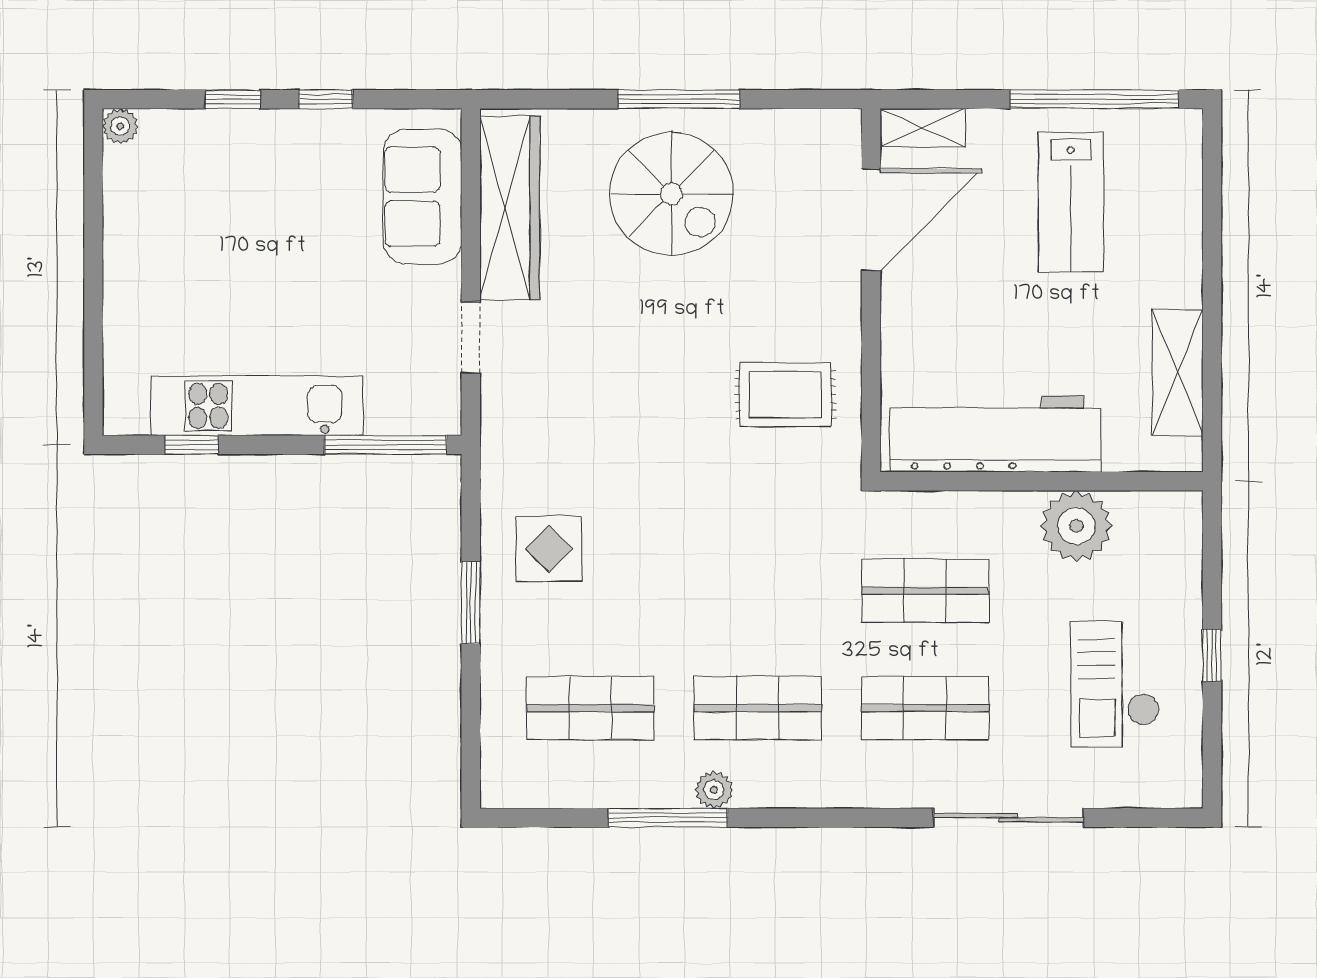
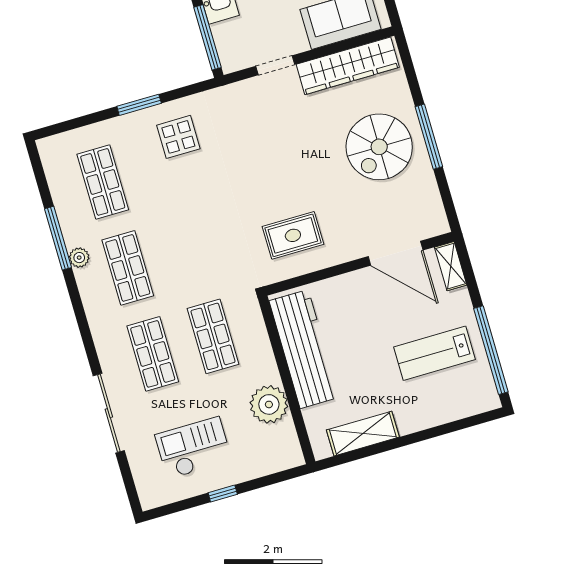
rug: (785, 395) -> (293, 235), turned 90

